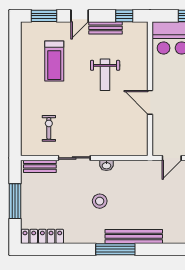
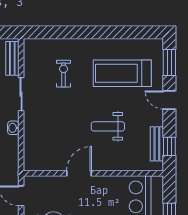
bench: (106, 28) -> (157, 144), moved
treadmill: (54, 61) -> (122, 73), width x1.37, depth x1.38
exercise bike: (49, 128) -> (64, 74), moved, turned -90

